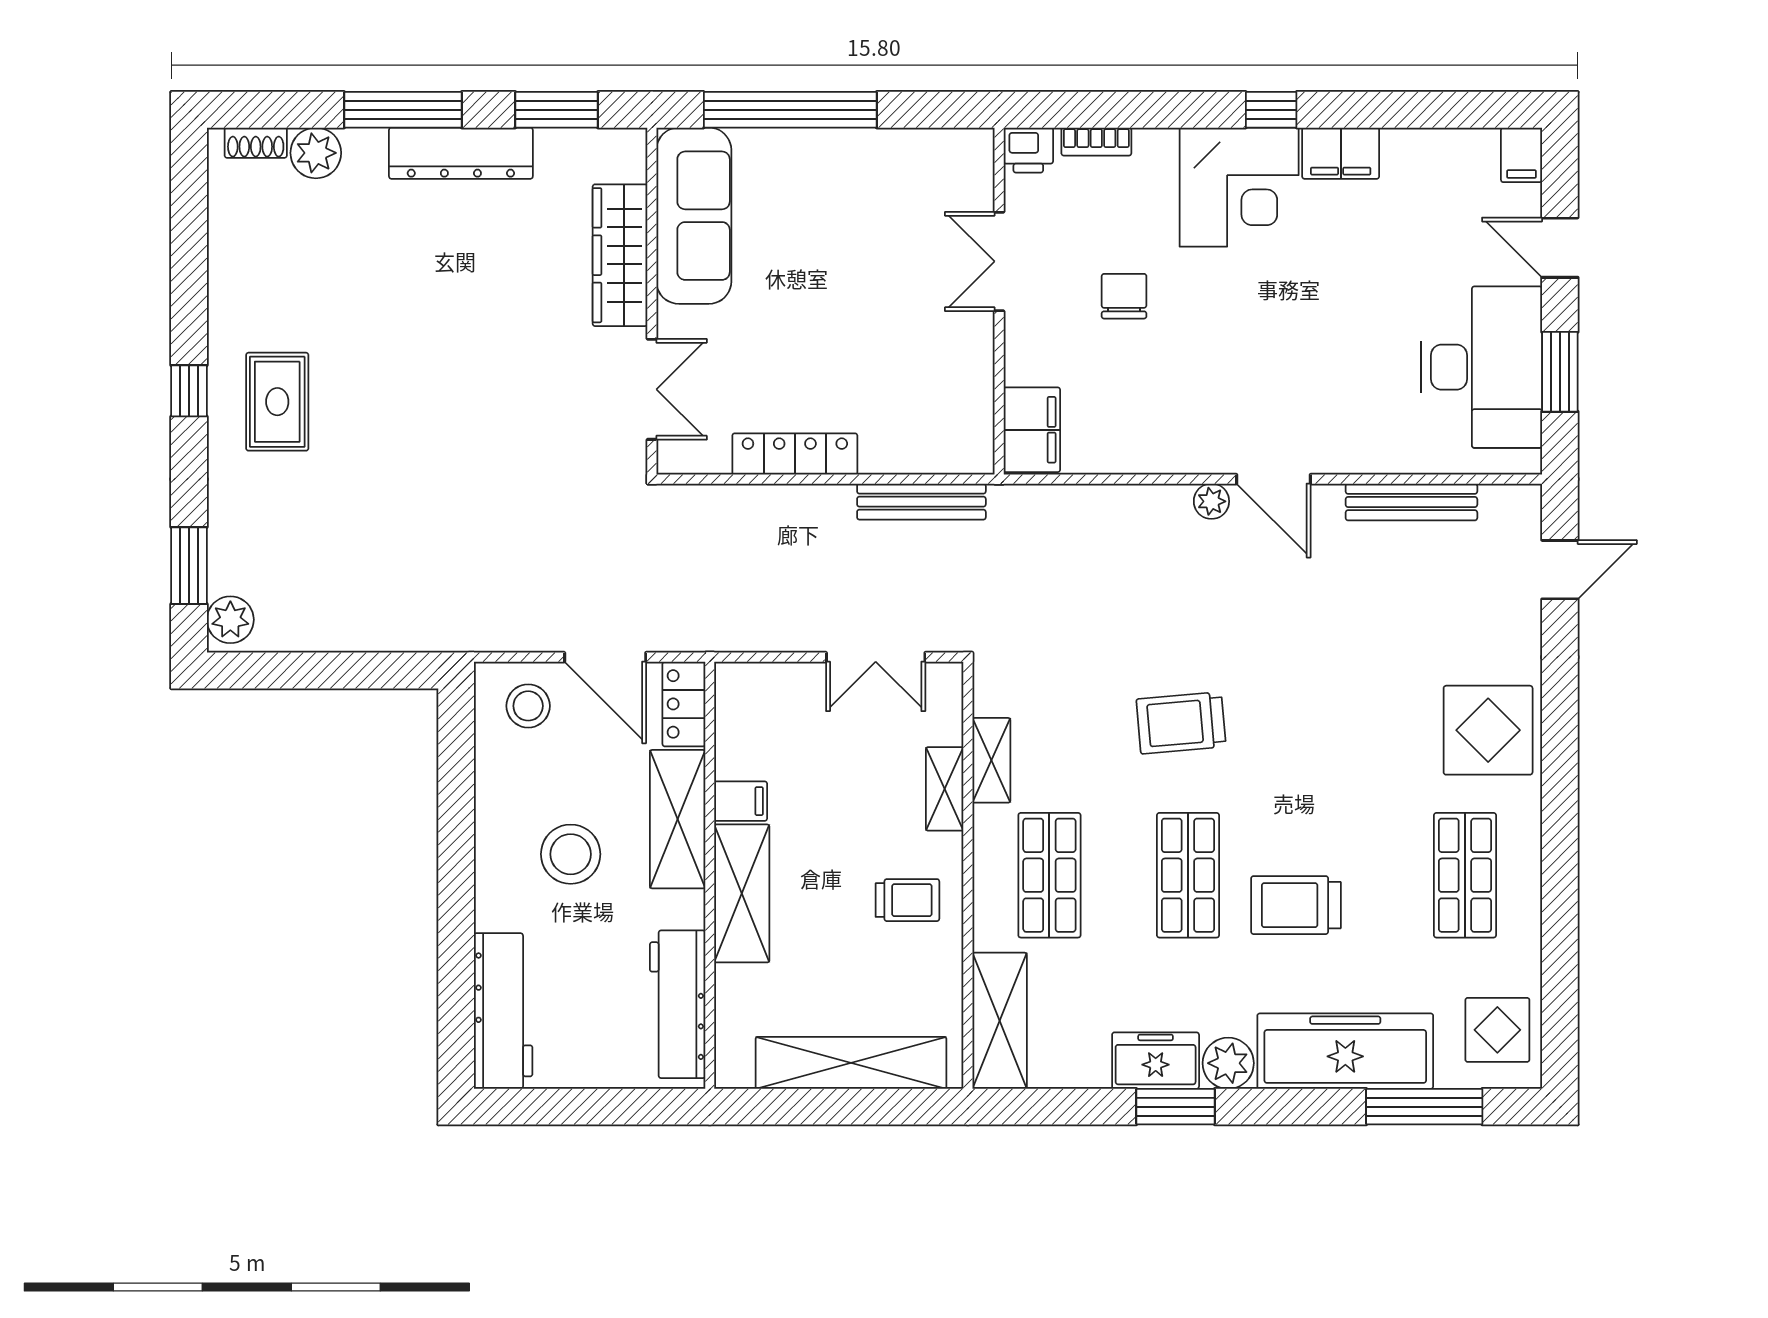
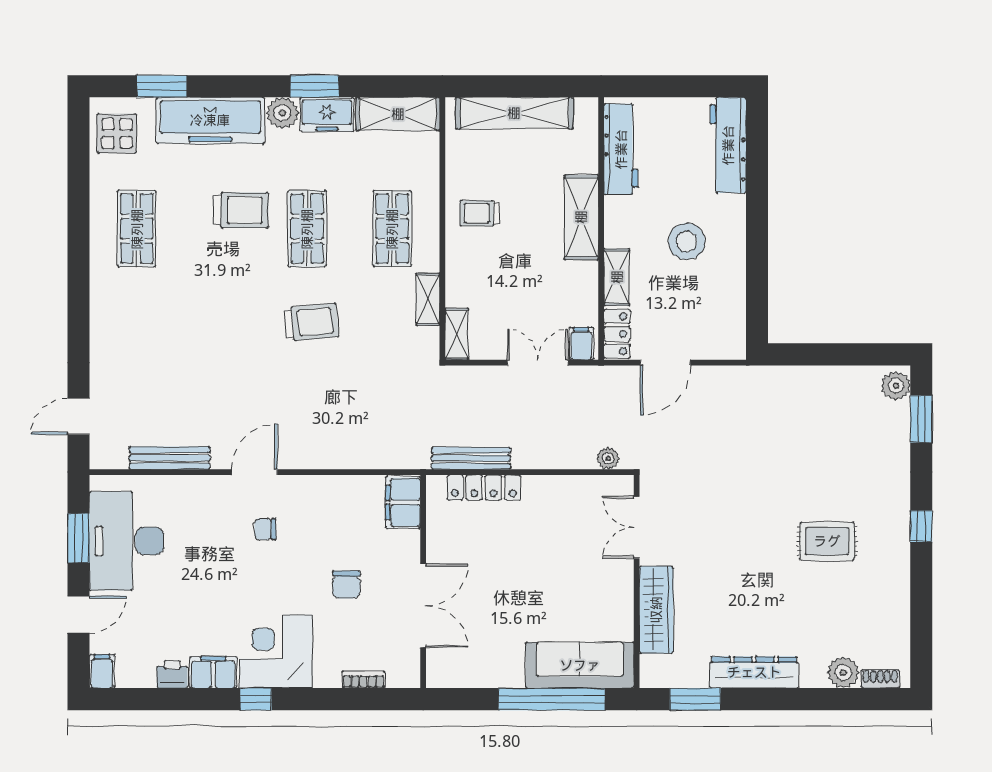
window: (403, 110) -> (790, 699), removed
printer: (1028, 150) -> (172, 674), moved
sofa: (694, 216) -> (580, 665), moved, turned 90
door: (1560, 248) -> (78, 614), hinge flipped
double door: (999, 261) -> (423, 606), width x1.37
chair: (1256, 386) -> (265, 529), added
rug: (277, 402) -> (827, 541), moved, turned 90
locker: (795, 454) -> (484, 488), moved
door: (1274, 479) -> (254, 472), hinge flipped
plant: (1211, 501) -> (608, 458), moved
door: (605, 657) -> (665, 363), swing flipped
double door: (876, 657) -> (538, 363), moved
stool: (528, 706) -> (713, 333), removed
display table: (1488, 730) -> (123, 318), removed
shelving: (945, 789) -> (457, 334), moved
filing cabinet: (741, 801) -> (581, 344), moved, turned 90
shelving: (678, 819) -> (617, 277), width x0.67, depth x0.75
shelving: (1000, 1021) -> (398, 114), moved, turned 90
window: (1424, 1107) -> (162, 86), width x0.69

